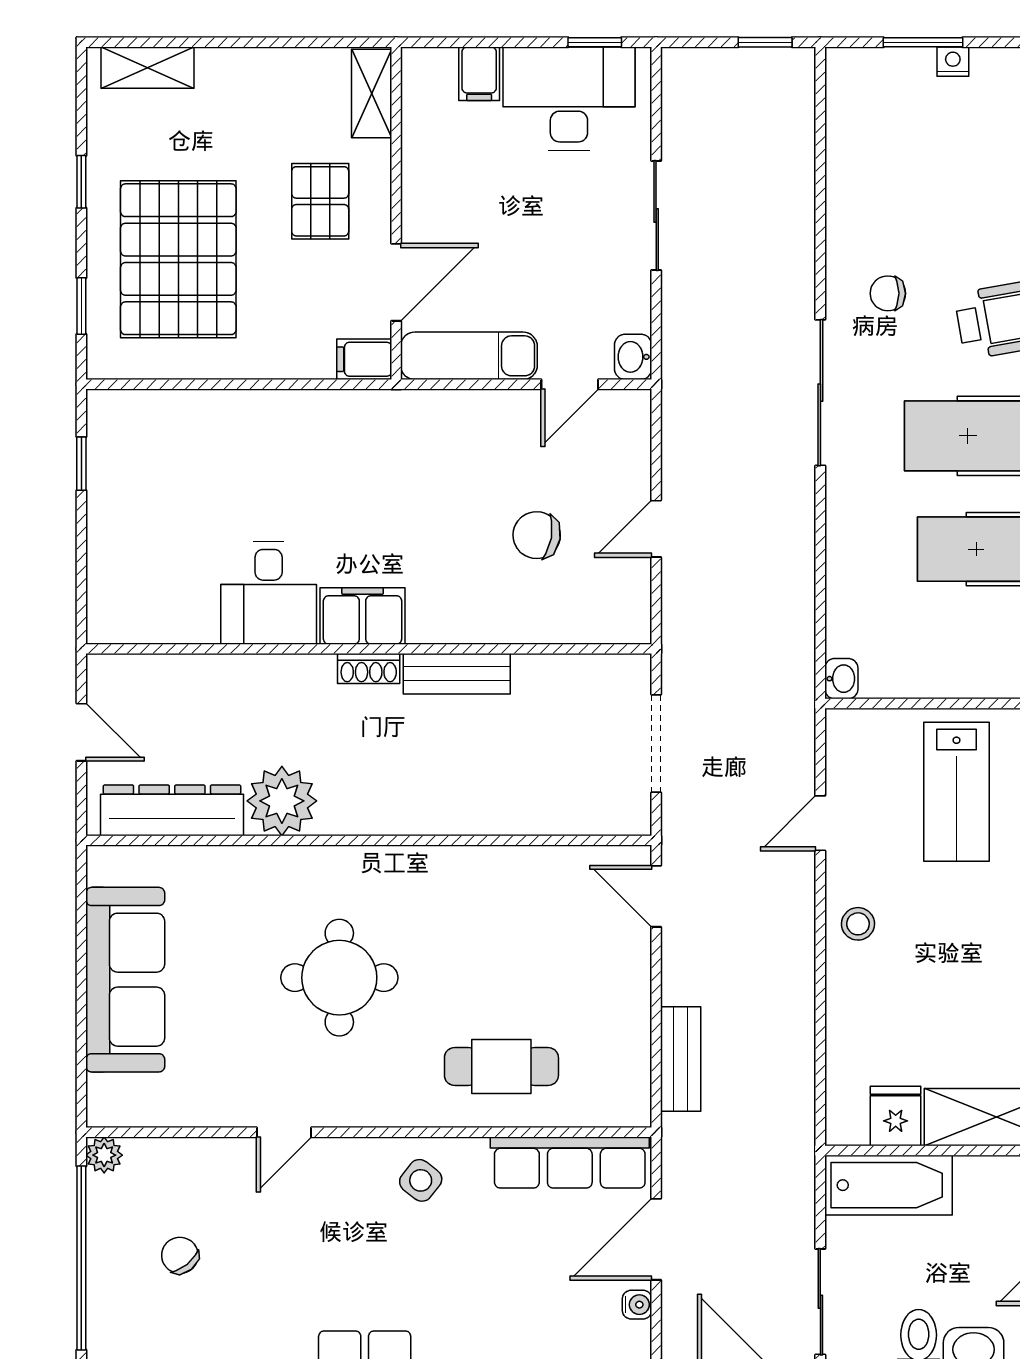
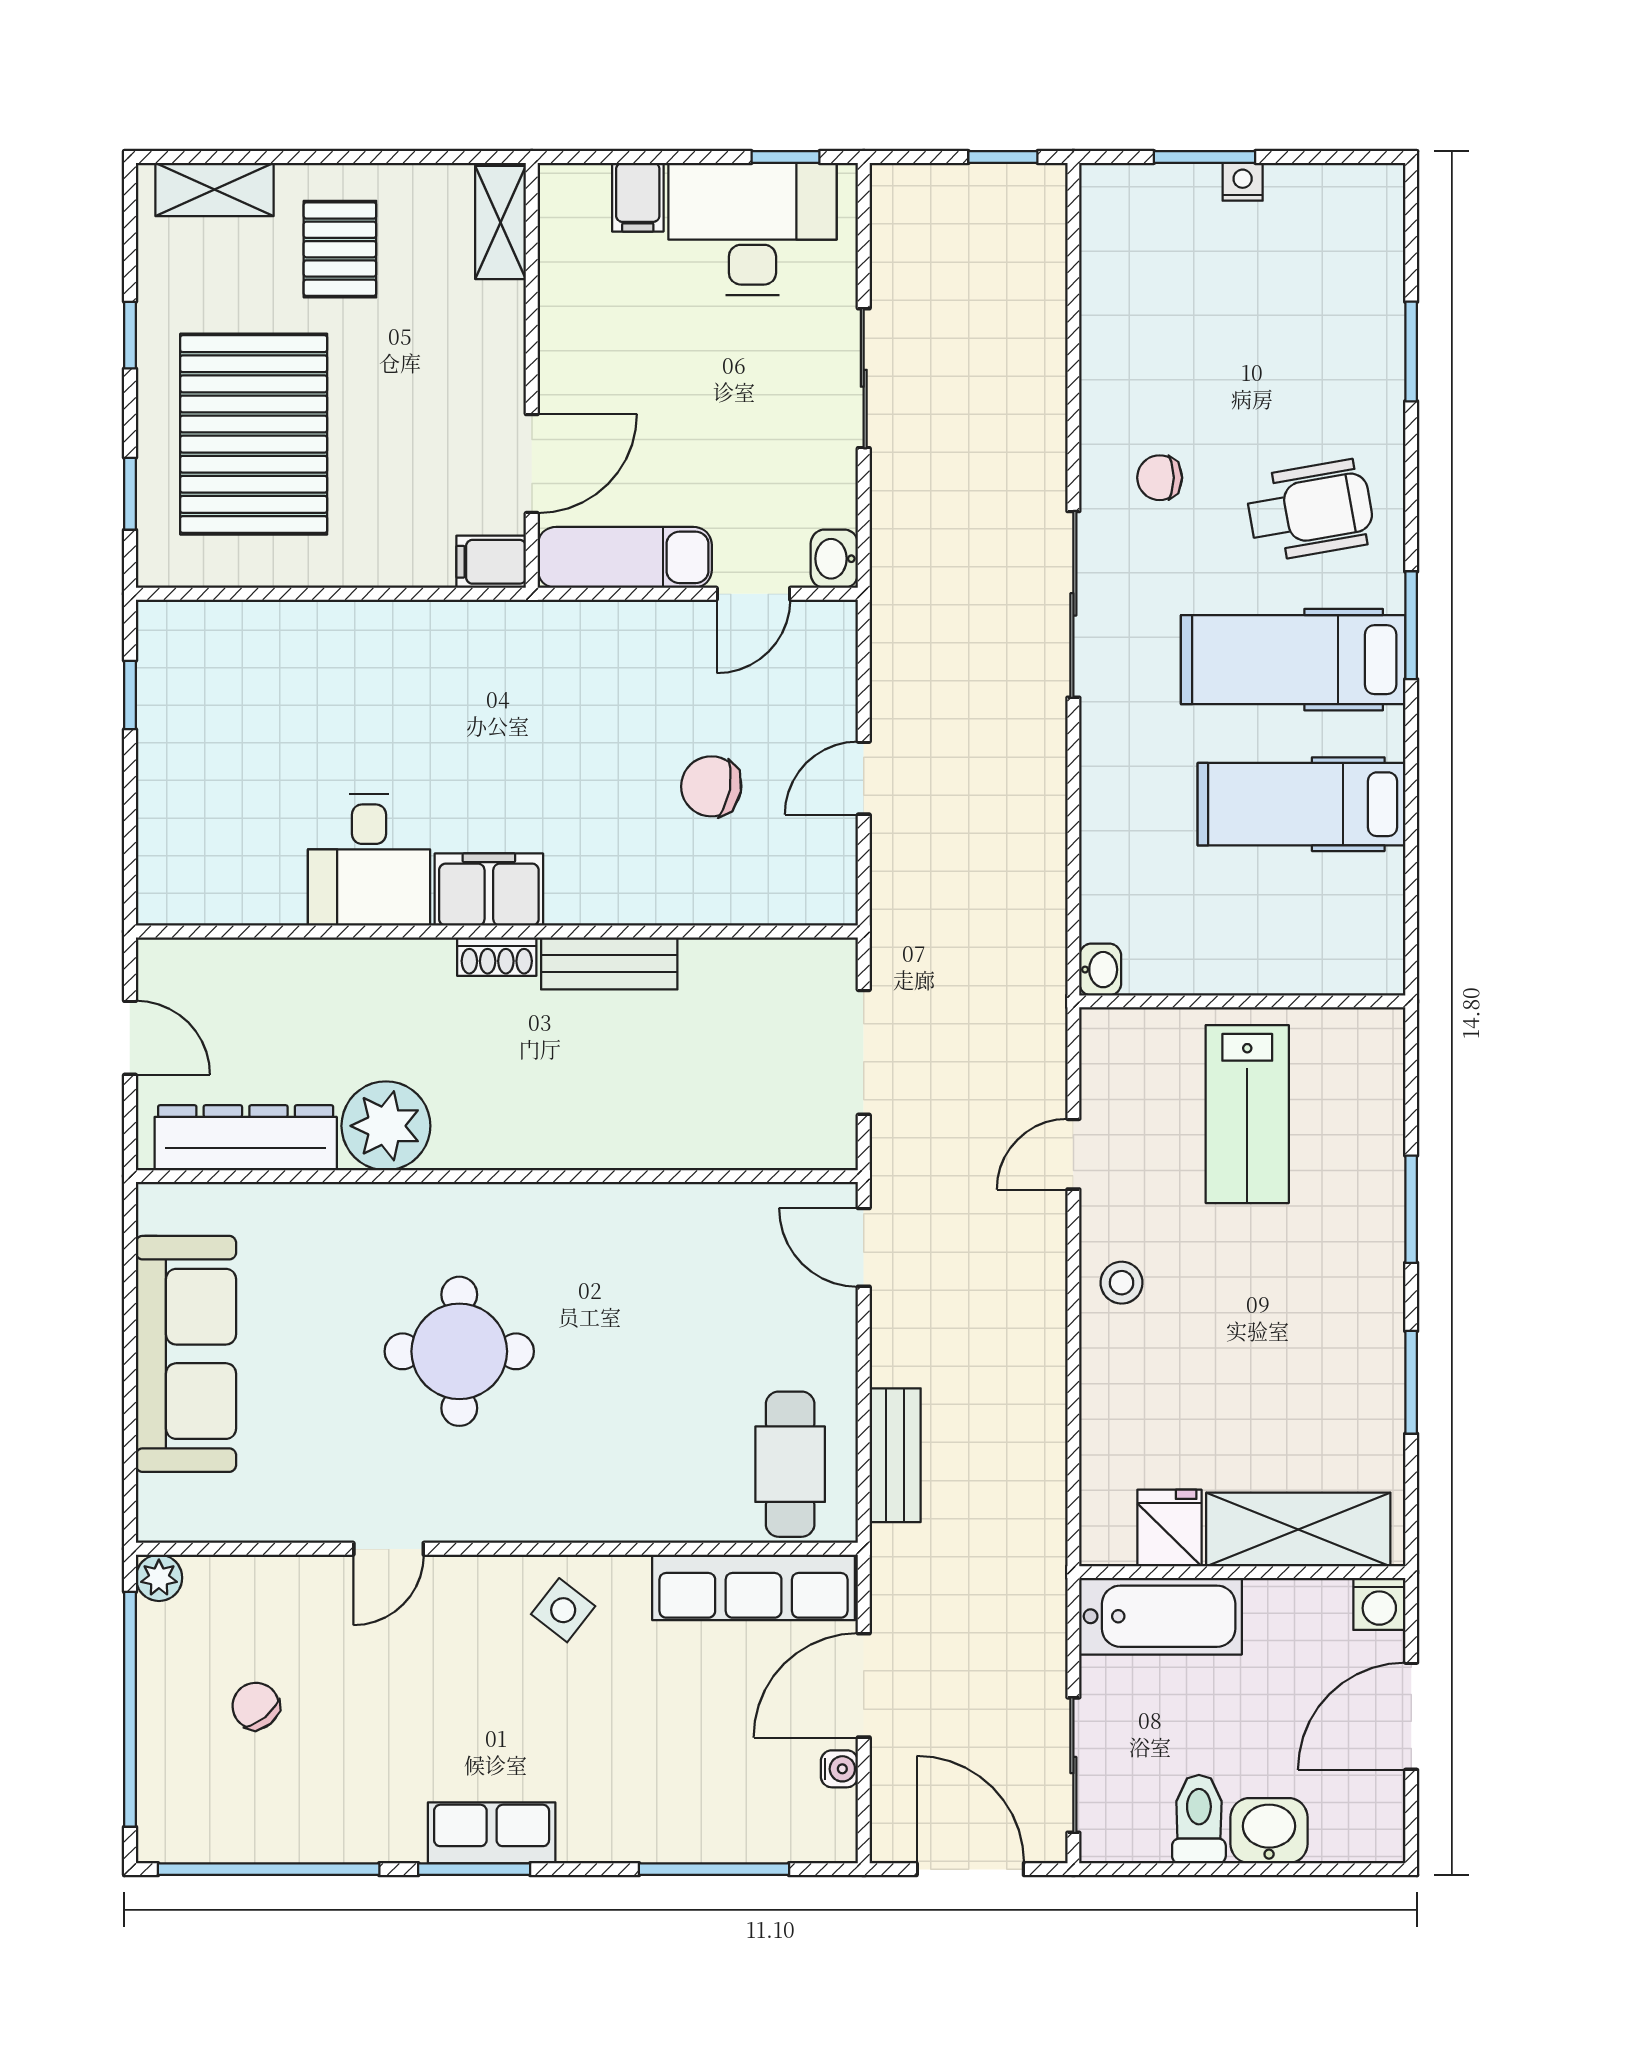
pallet: (320, 201) -> (340, 249), moved
cafe table: (501, 1066) -> (790, 1464), moved, turned 90

